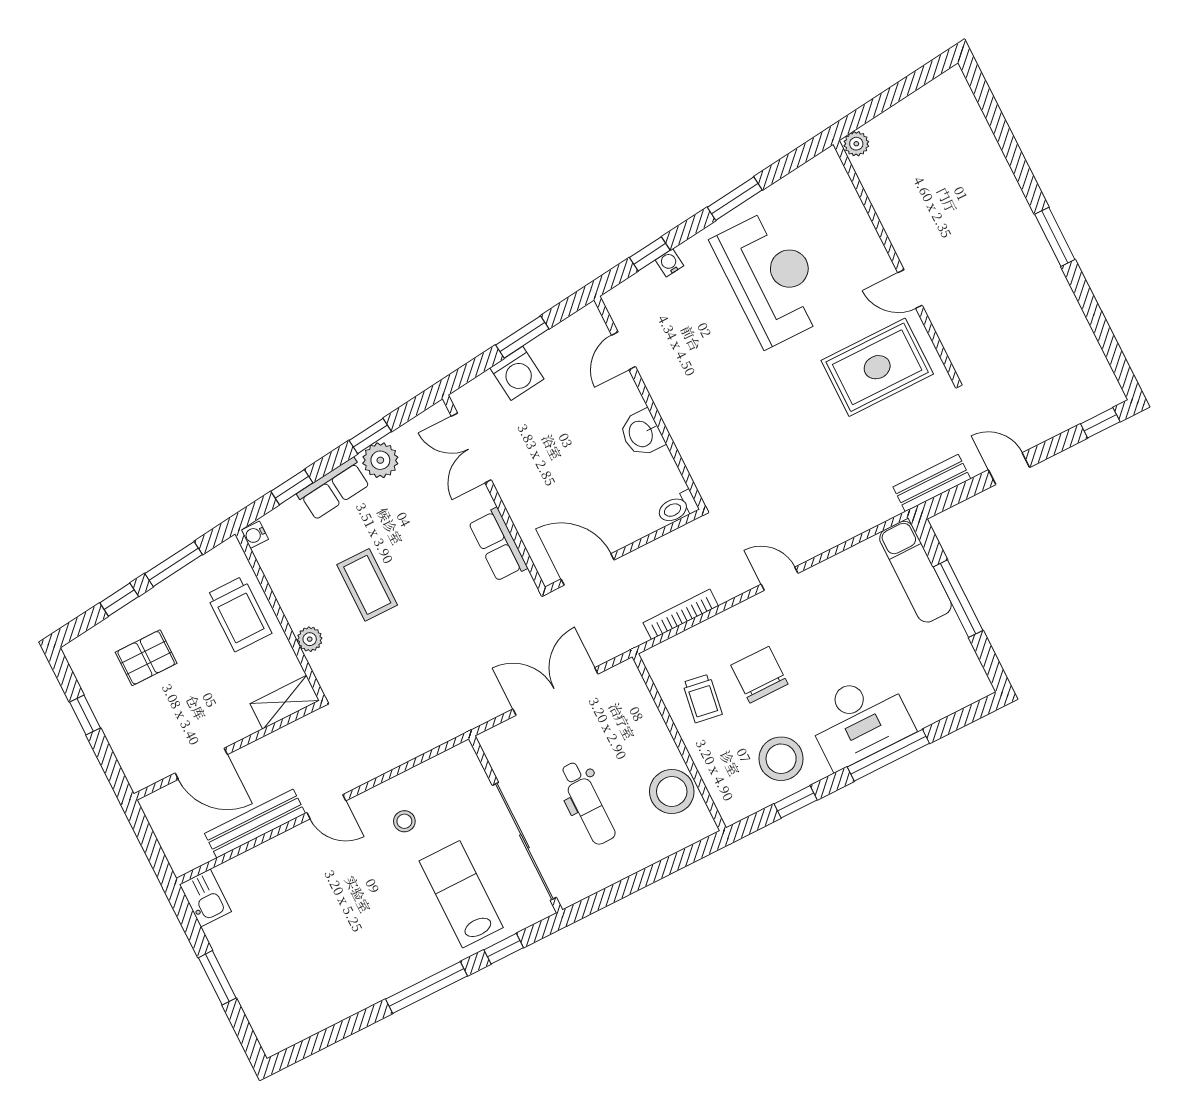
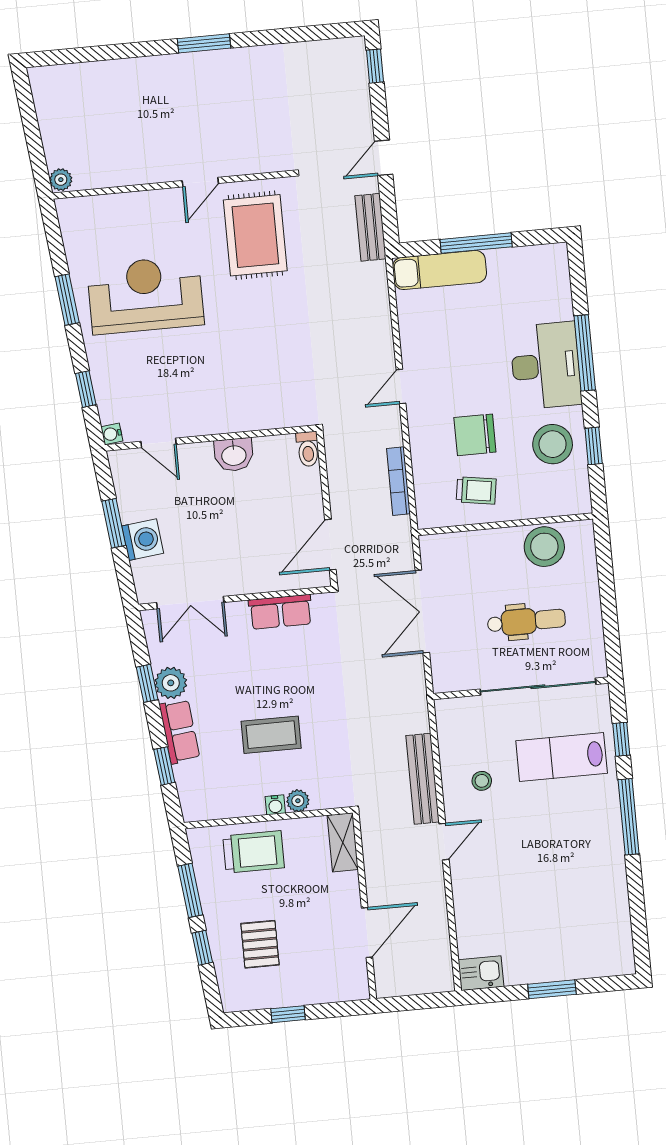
water cooler: (669, 263) -> (112, 434), moved
water cooler: (255, 535) -> (275, 805), moved
bench: (255, 824) -> (423, 779), moved

